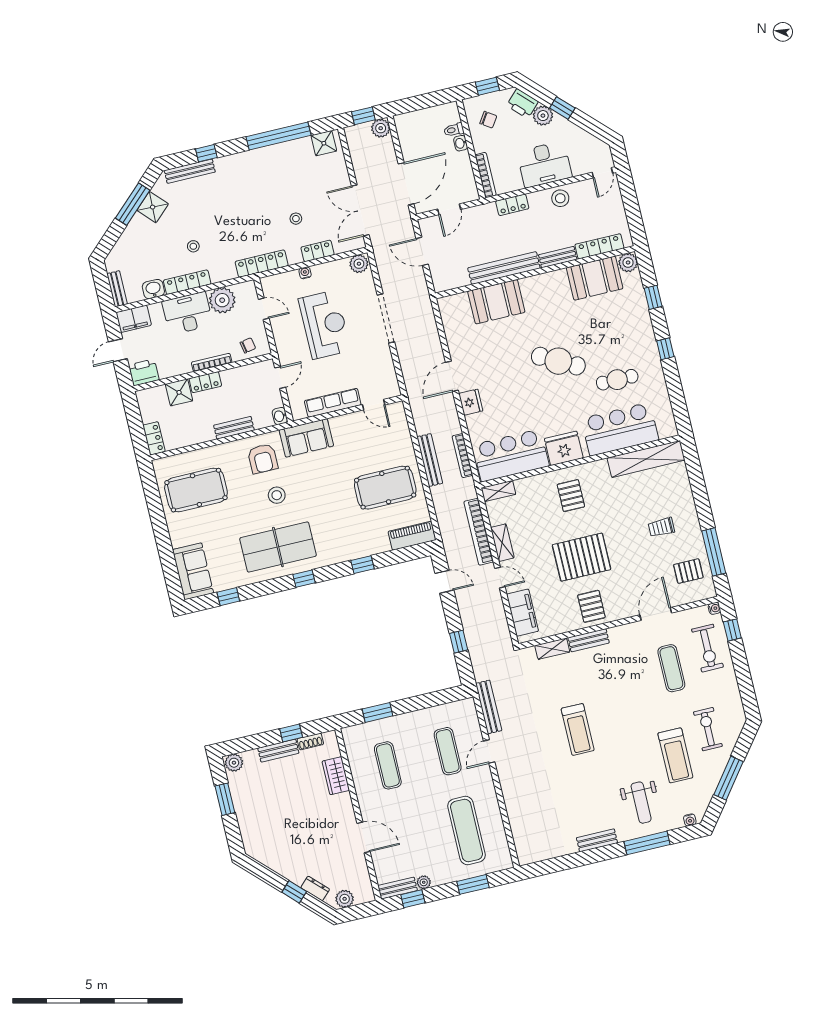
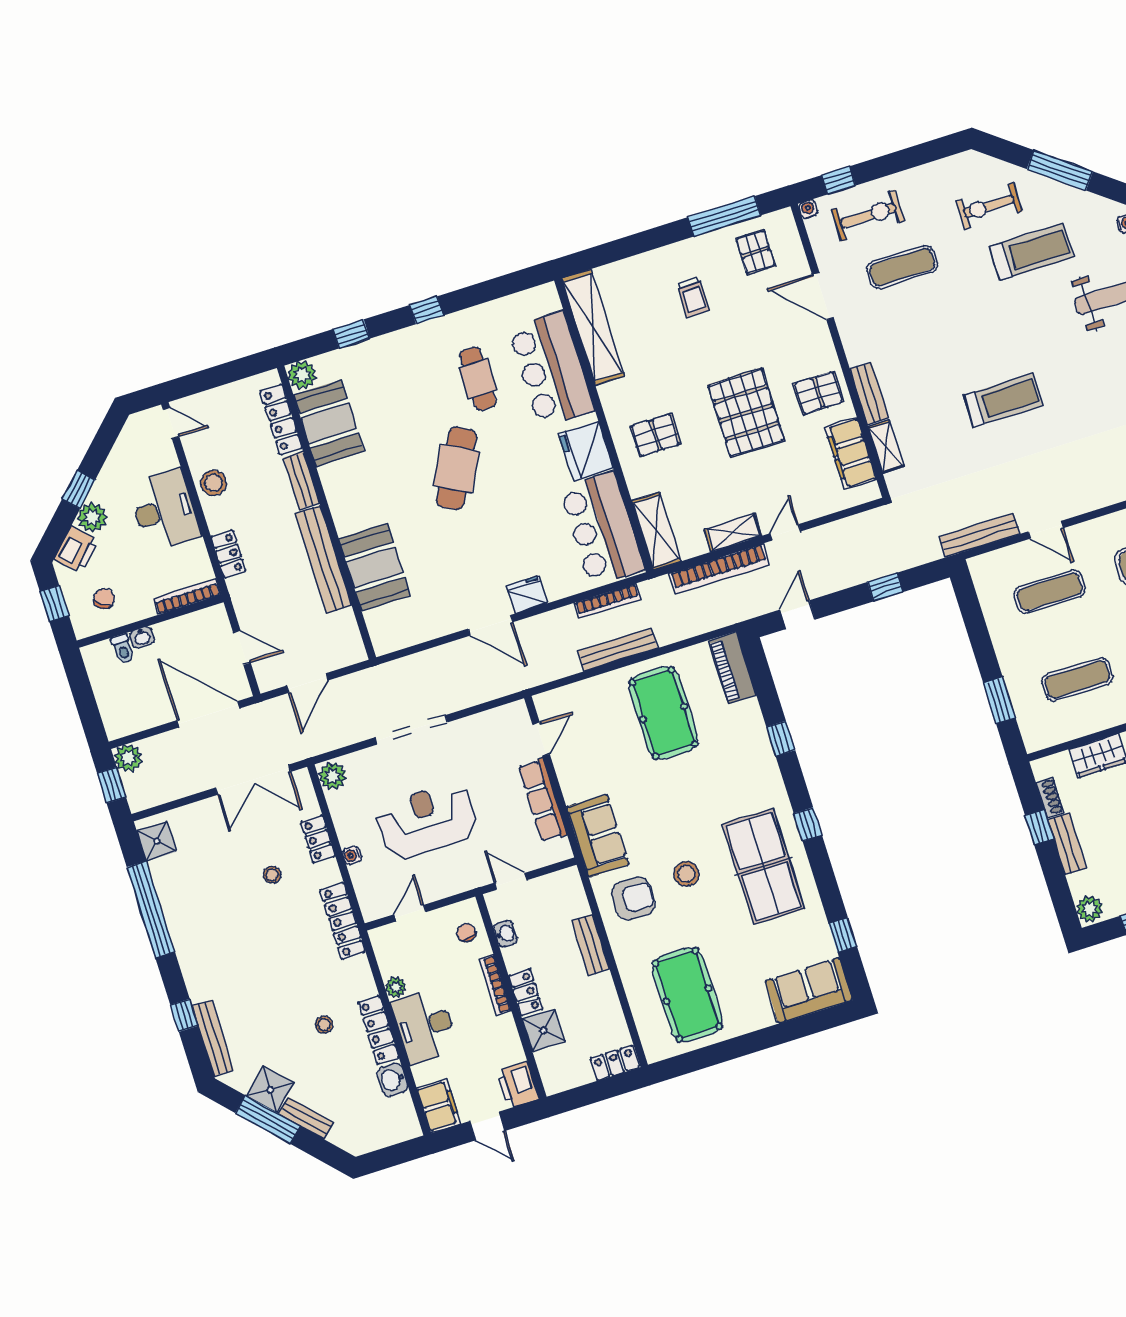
bench: (117, 289) -> (306, 1118), moved, turned 47
plant: (222, 300) -> (396, 987), width x0.53, depth x0.53
washbasin: (280, 416) -> (505, 934), moved, turned -90
shelving: (498, 491) -> (656, 531), width x1.50, depth x1.33
filing cabinet: (523, 613) -> (851, 453), moved, turned -90

